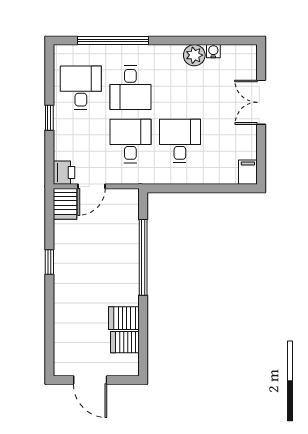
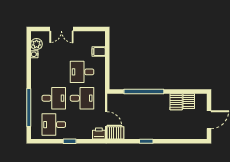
plant: (194, 55) -> (37, 44), moved
desk: (130, 141) -> (82, 98), turned 180
filing cabinet: (248, 172) -> (99, 52), moved

